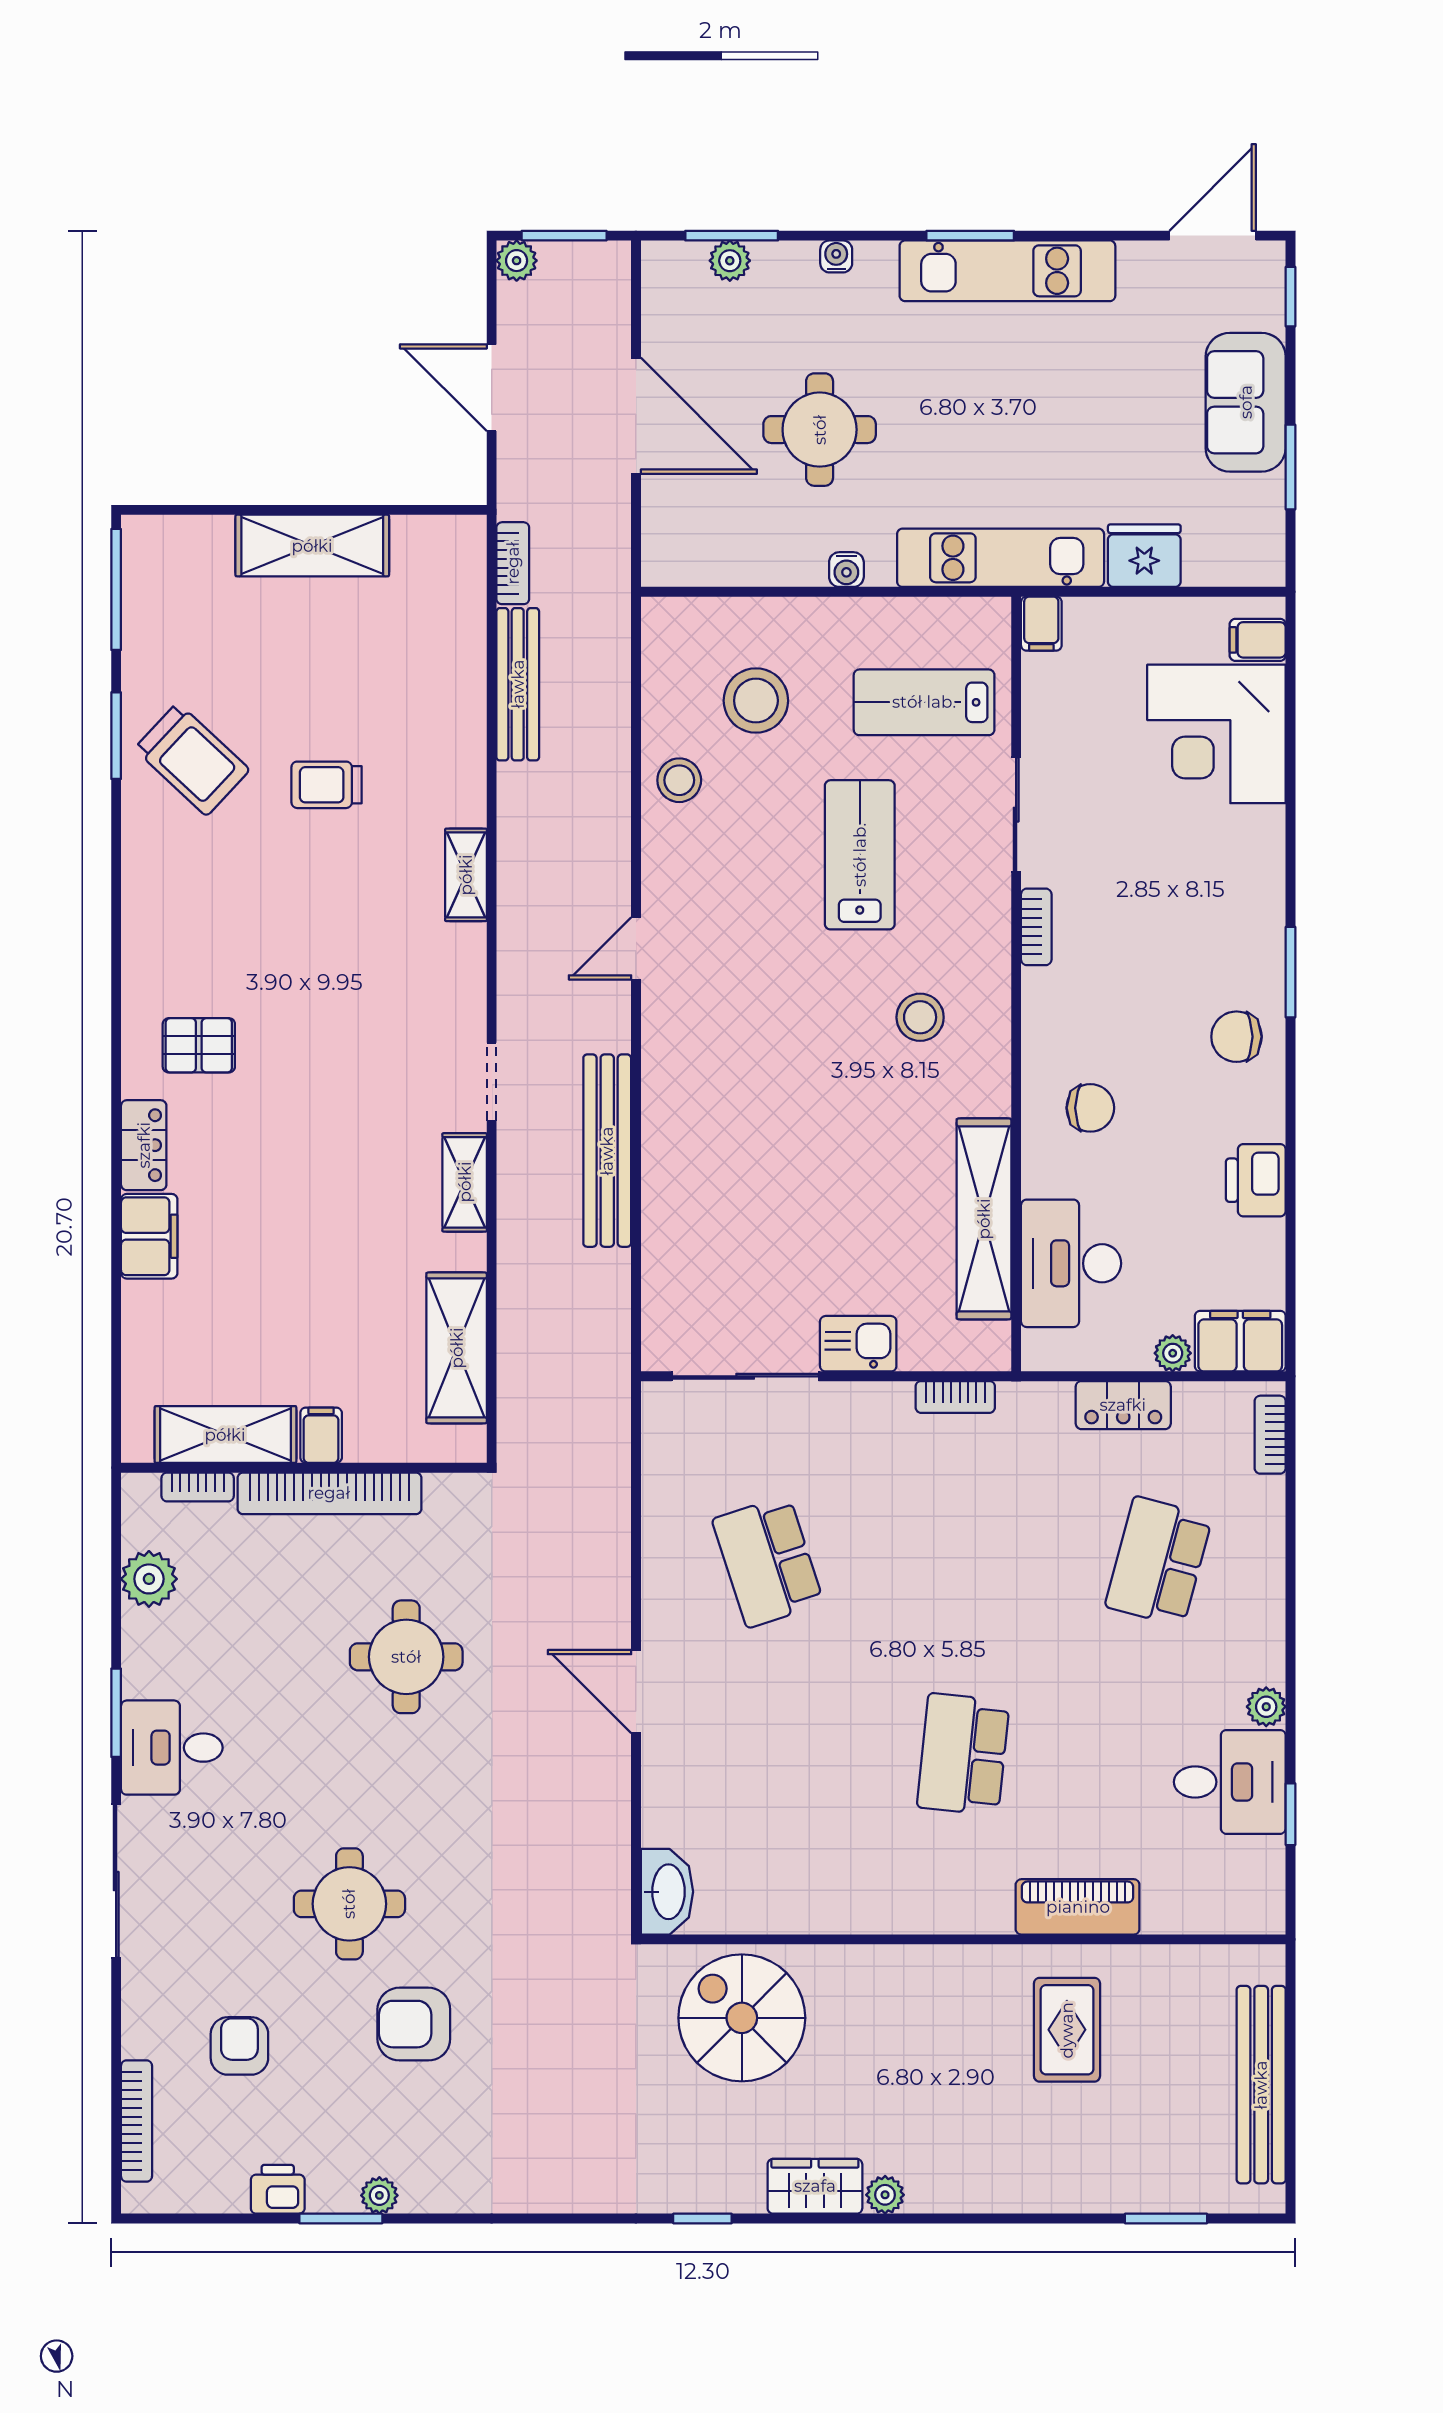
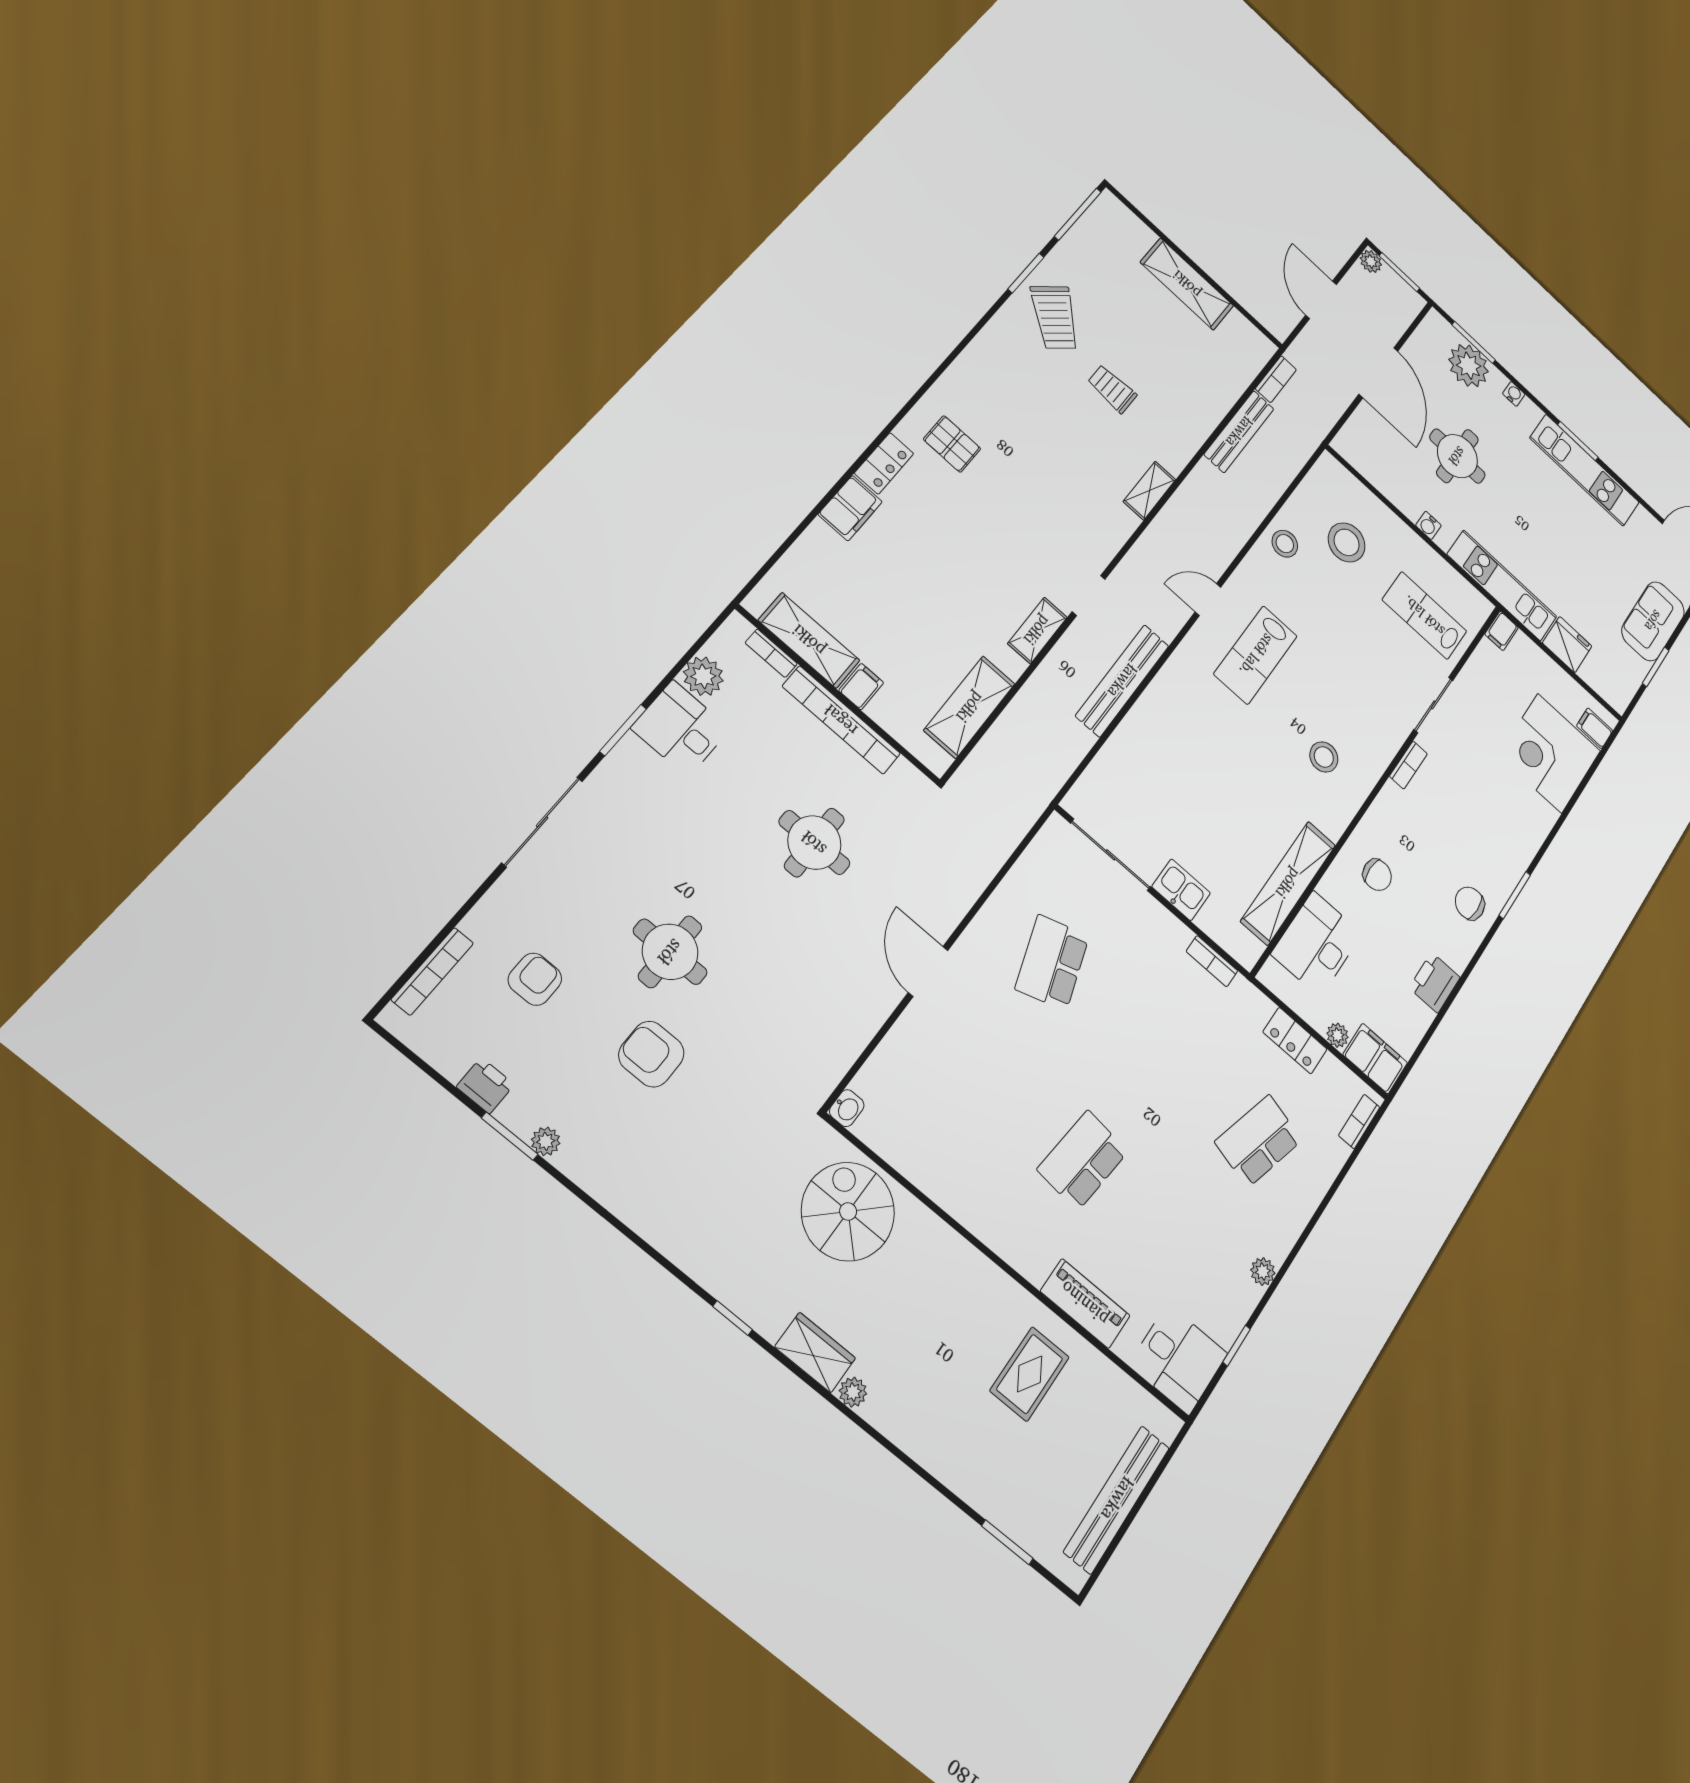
plant: (730, 261) -> (1469, 366), width x1.87, depth x1.87
lab bench: (860, 855) -> (1256, 655), moved, turned 180
desk: (172, 1748) -> (681, 729), moved
desk: (1230, 1782) -> (1178, 1359), moved
washbasin: (667, 1892) -> (847, 1108), width x0.52, depth x0.69

